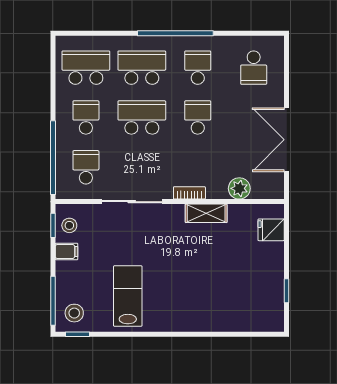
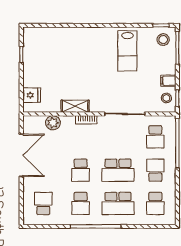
school desk: (86, 68) -> (155, 203), width x0.54
school desk: (86, 117) -> (155, 170), turned 180

